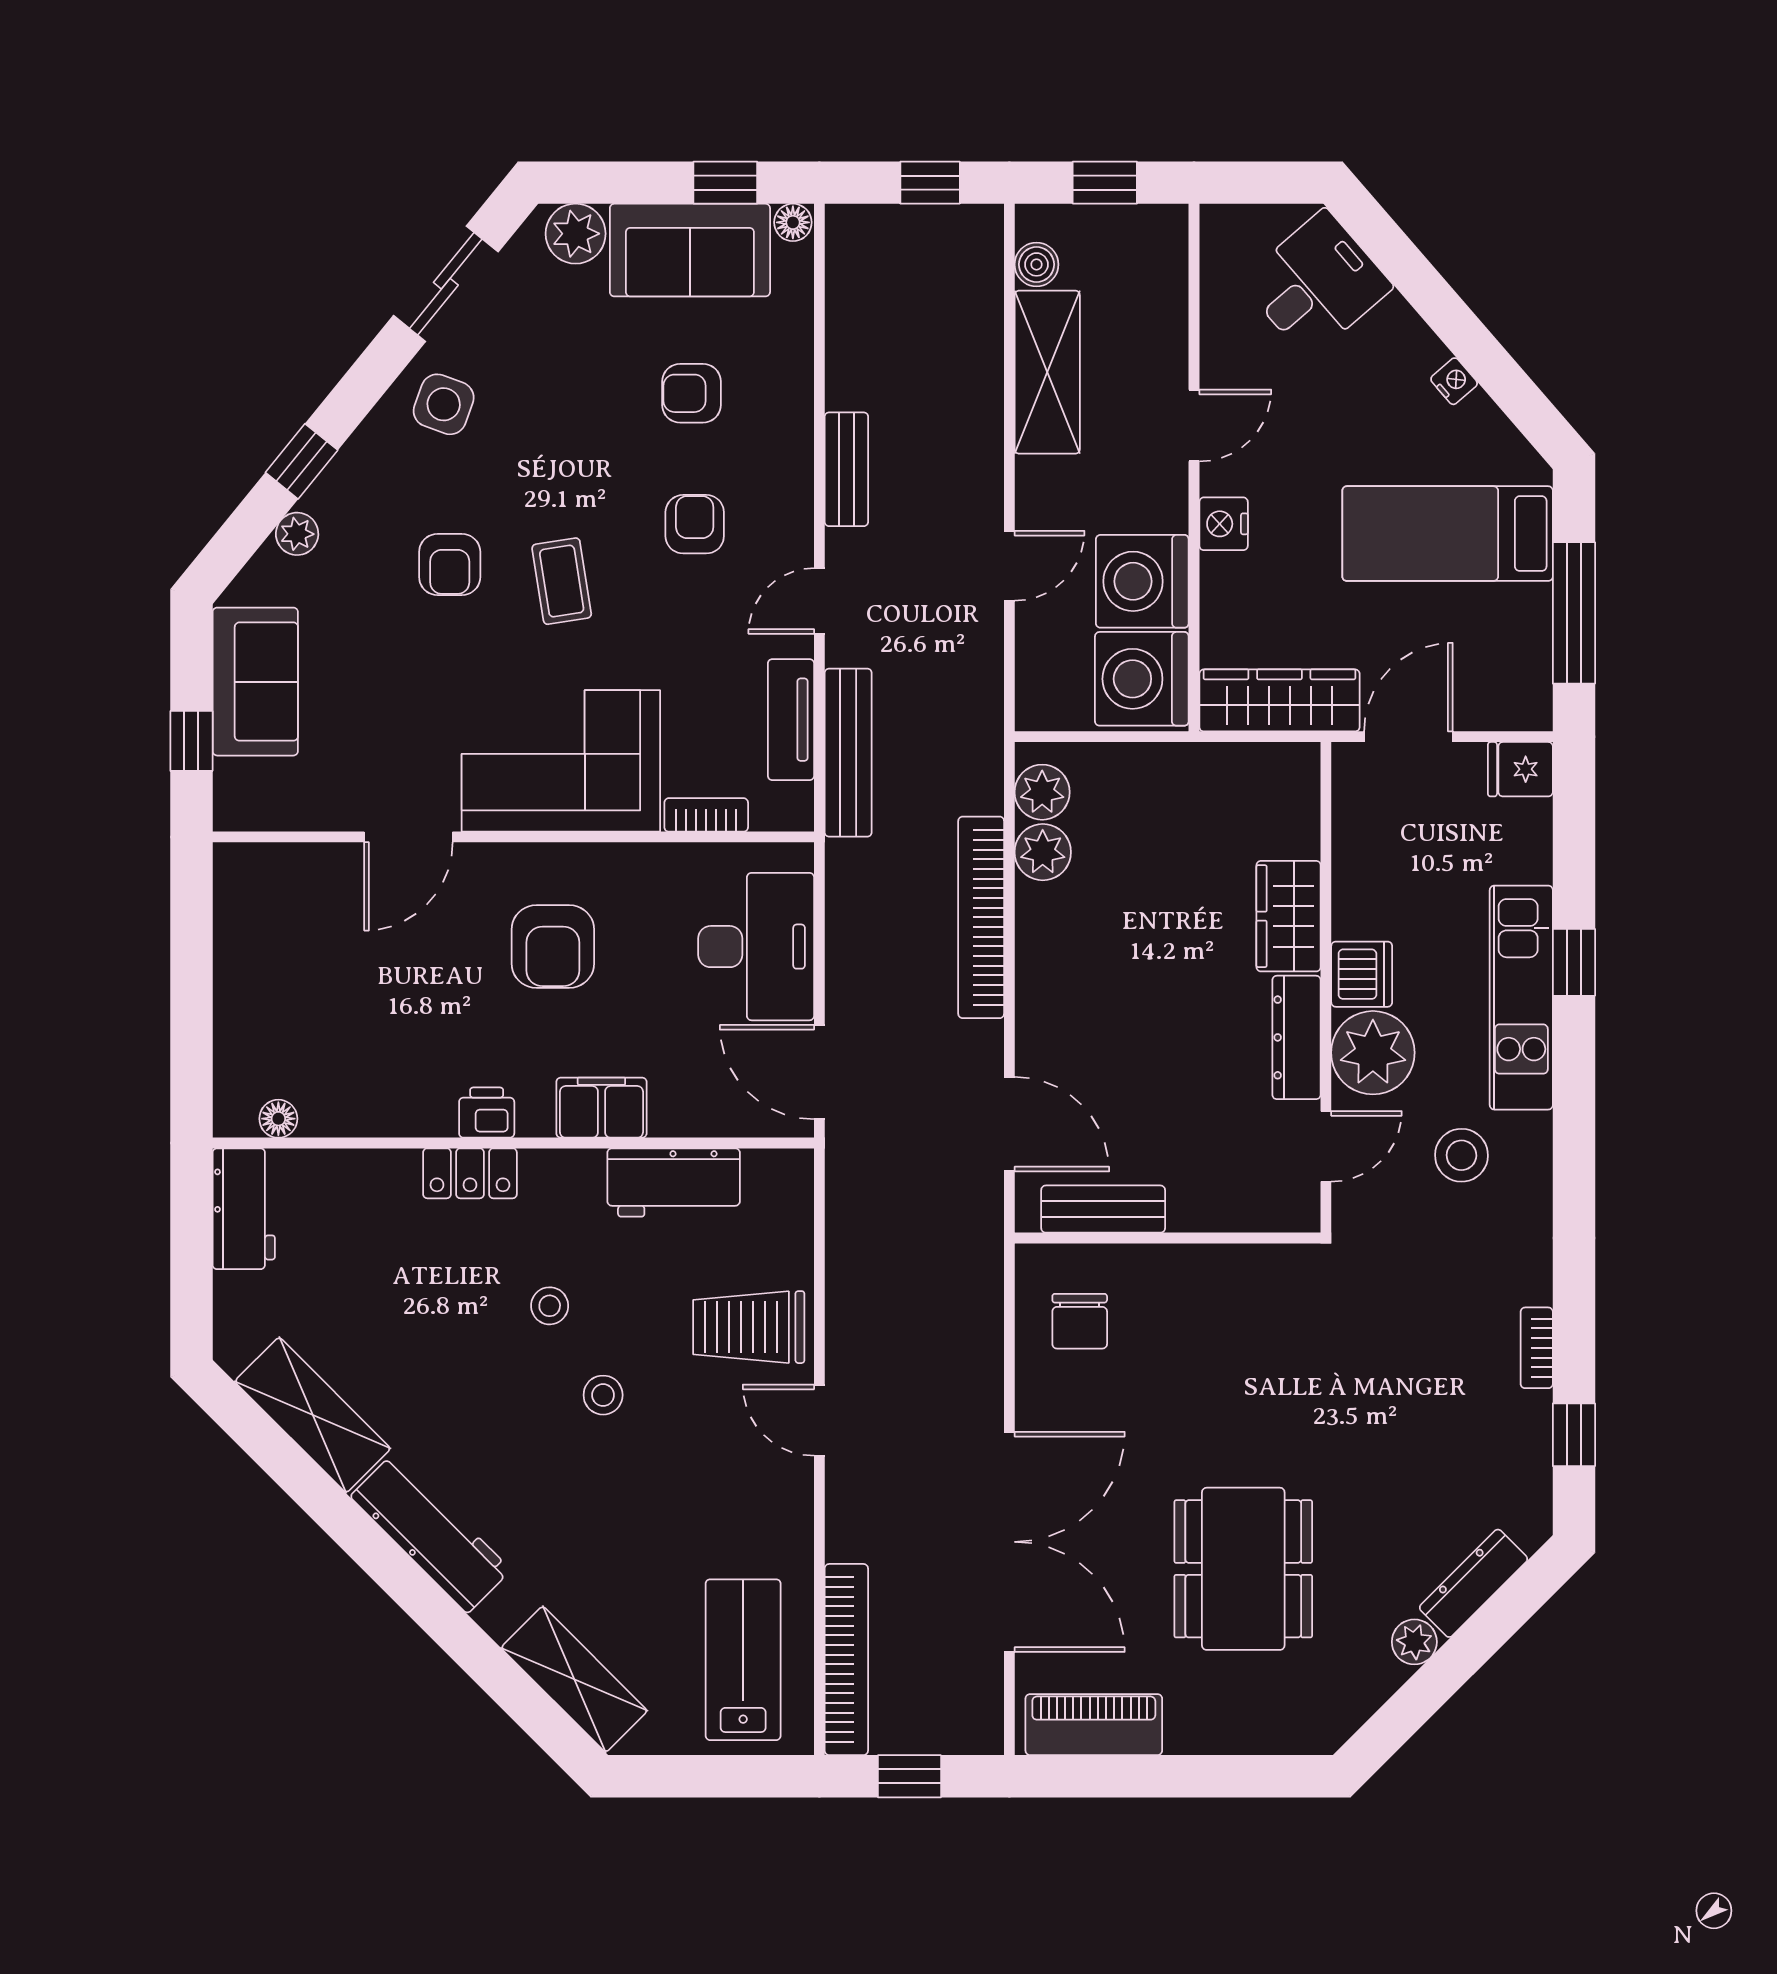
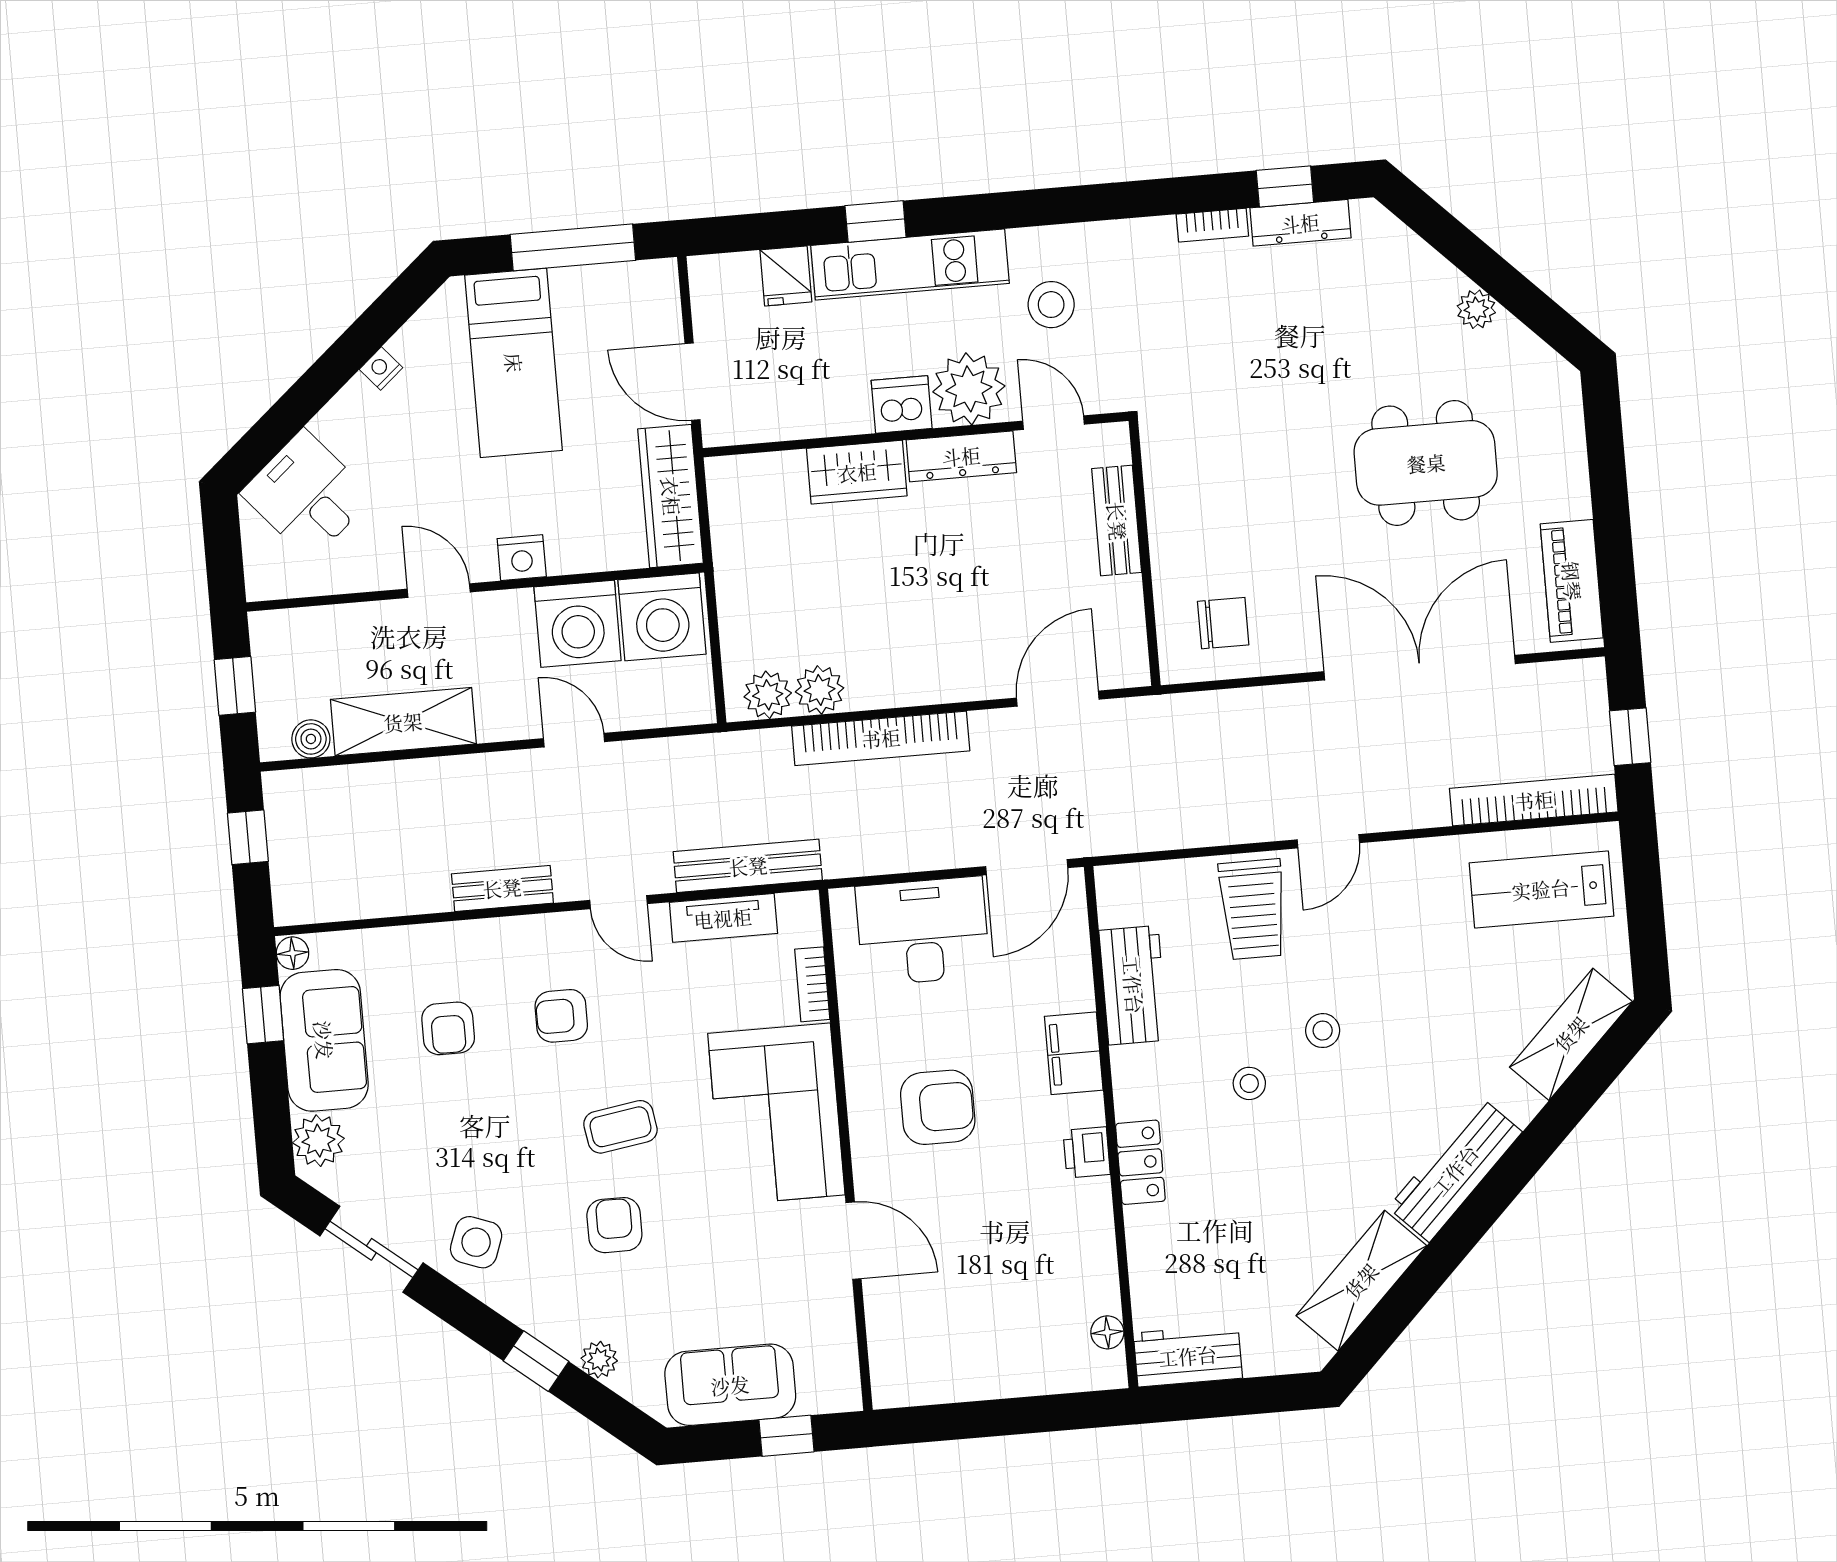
armchair: (450, 564) -> (614, 1225), turned -90
fridge: (1520, 769) -> (786, 276), moved
bench: (1103, 1209) -> (1117, 521), moved
dresser: (1473, 1583) -> (1300, 223), moved, turned -45

